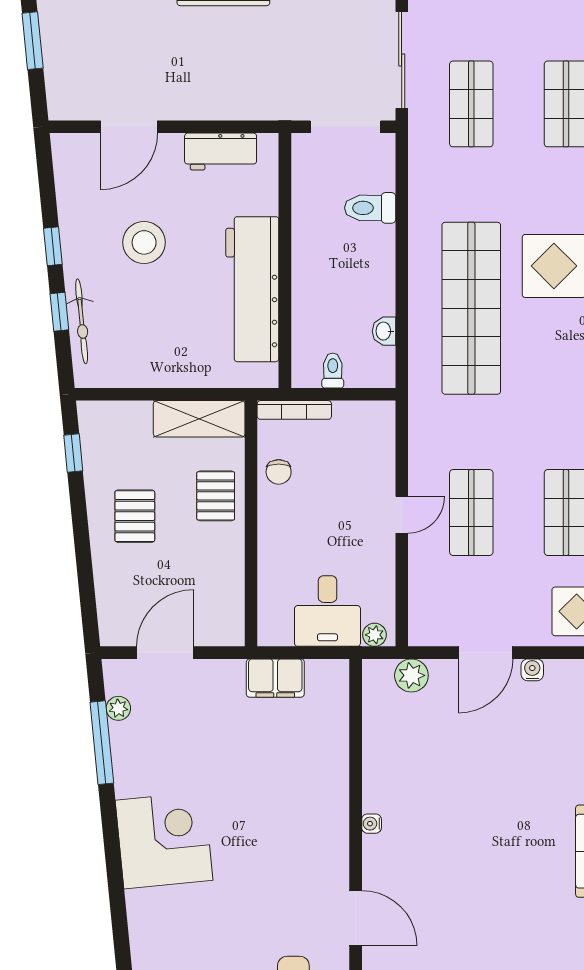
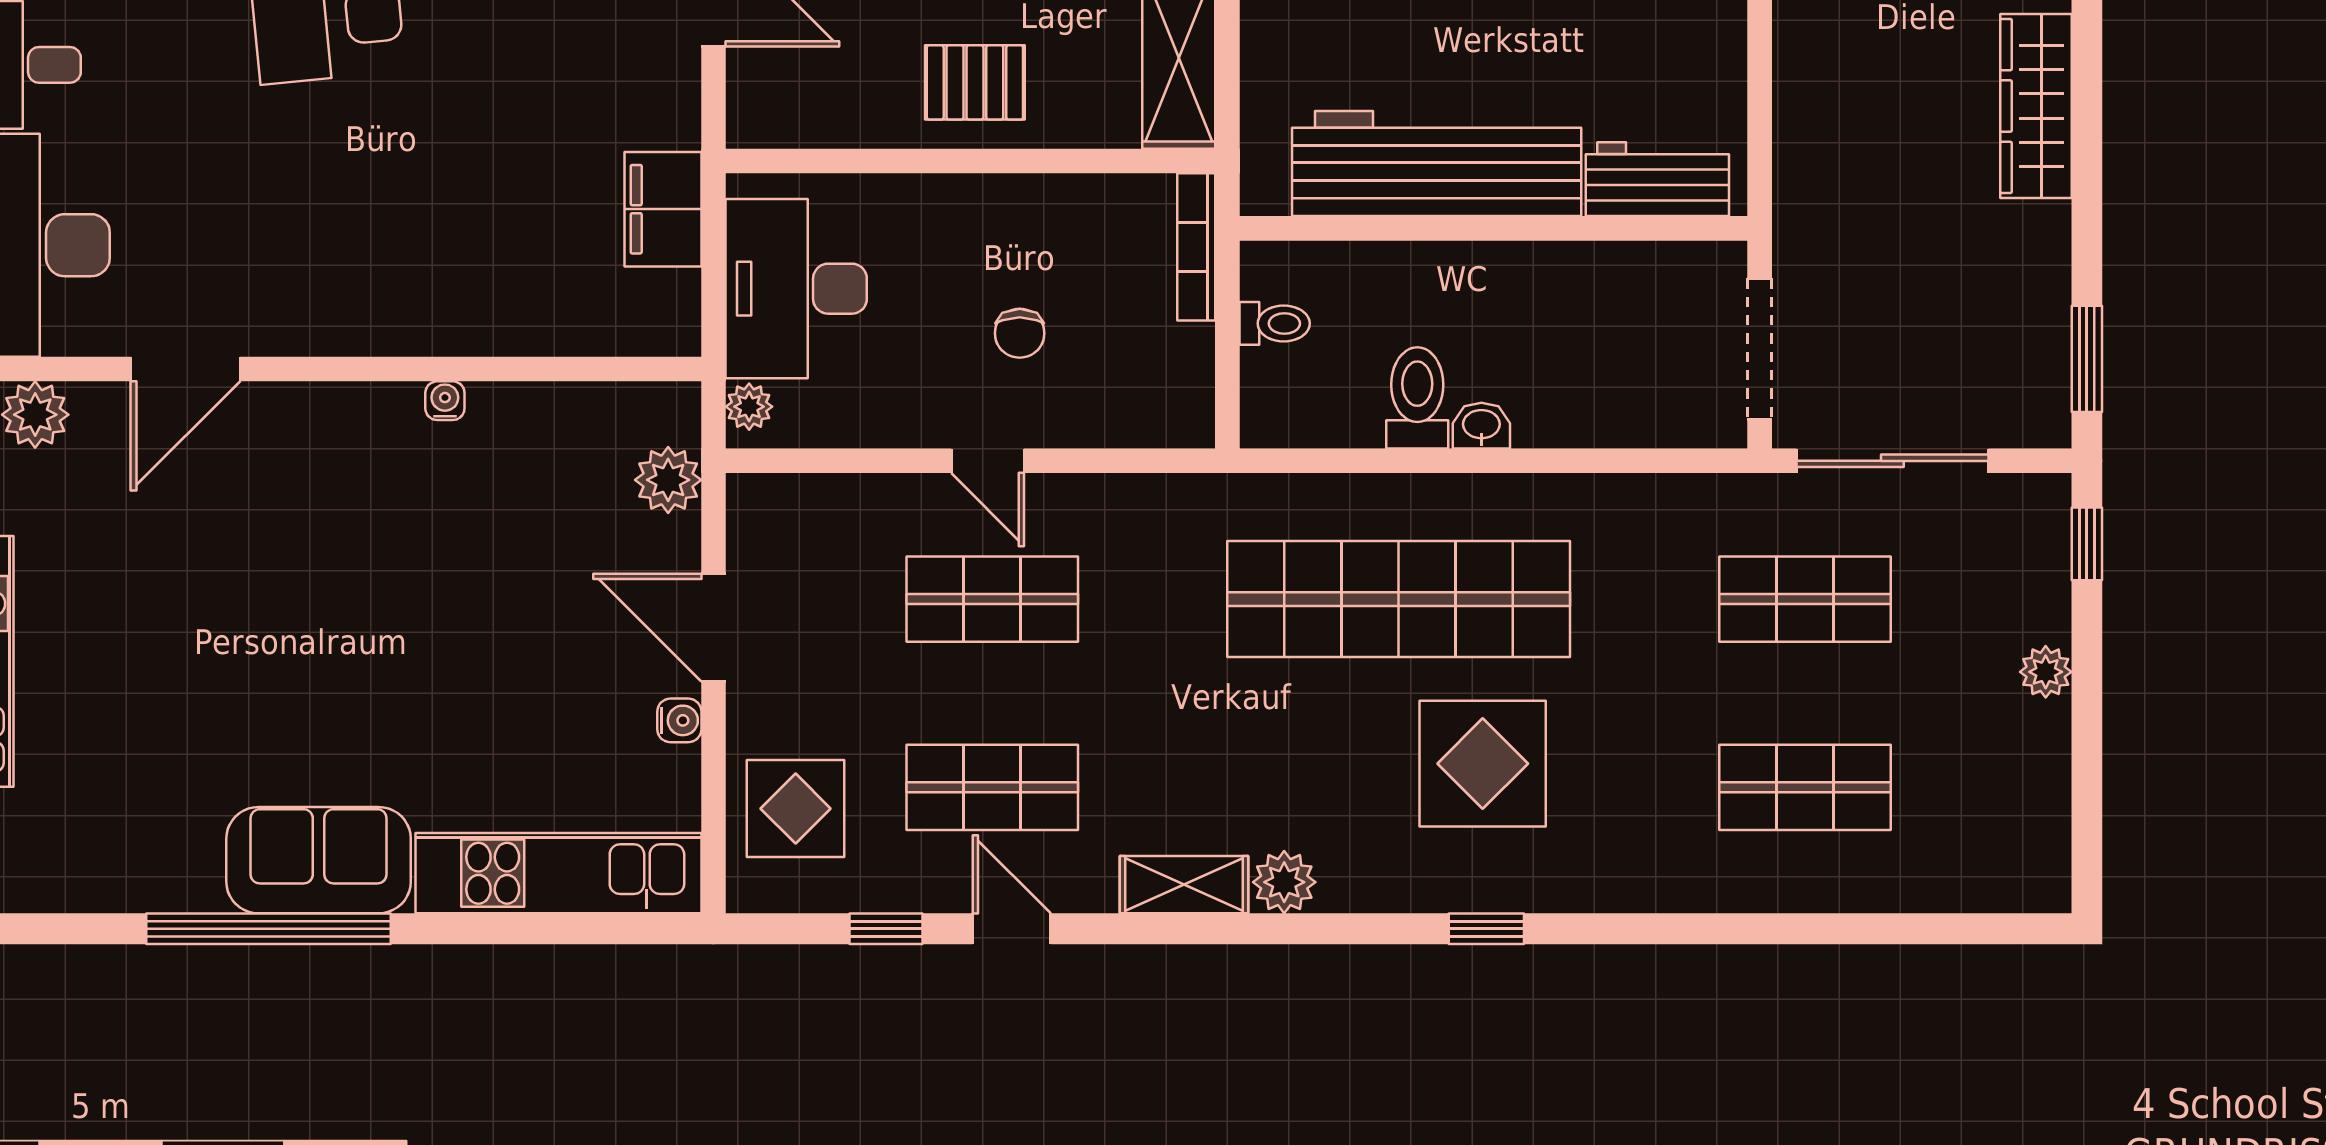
workbench: (221, 152) -> (1657, 179), moved, turned 90
toilet: (370, 208) -> (1417, 398), moved
washbasin: (384, 331) -> (1481, 426), moved
chair: (279, 472) -> (1020, 333), moved, turned -90
pallet: (216, 496) -> (975, 82), moved
desk: (327, 611) -> (796, 289), width x1.37
water cooler: (372, 824) -> (445, 401), moved

